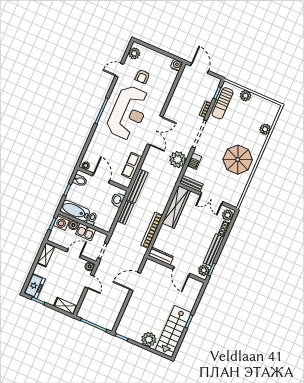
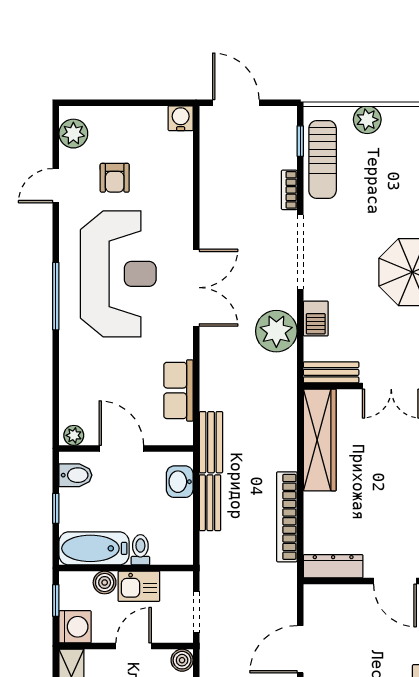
bench: (137, 186) -> (211, 442), width x0.73
washing machine: (62, 222) -> (75, 627), moved, turned -90

